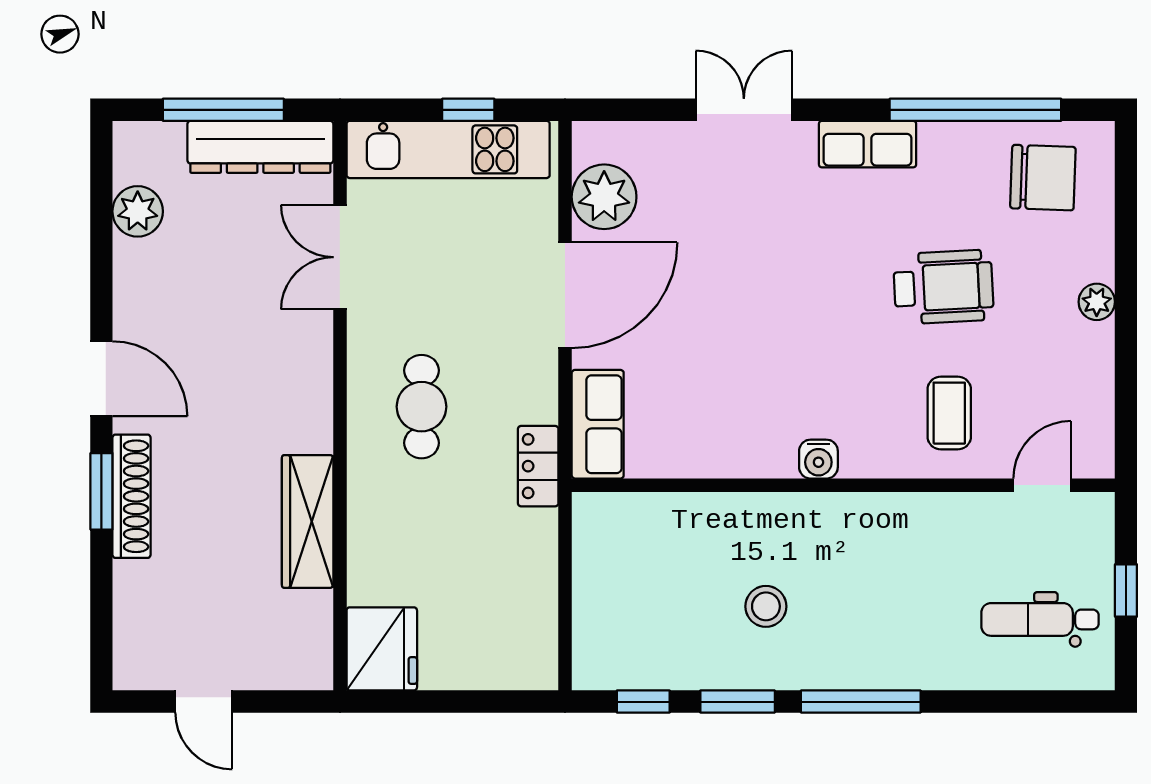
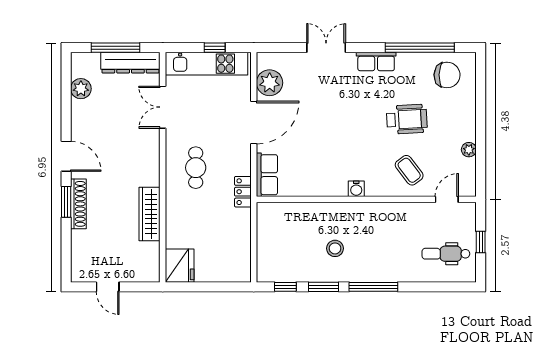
plant: (1097, 302) -> (469, 150), moved
coffee table: (949, 413) -> (409, 170), turned -37

